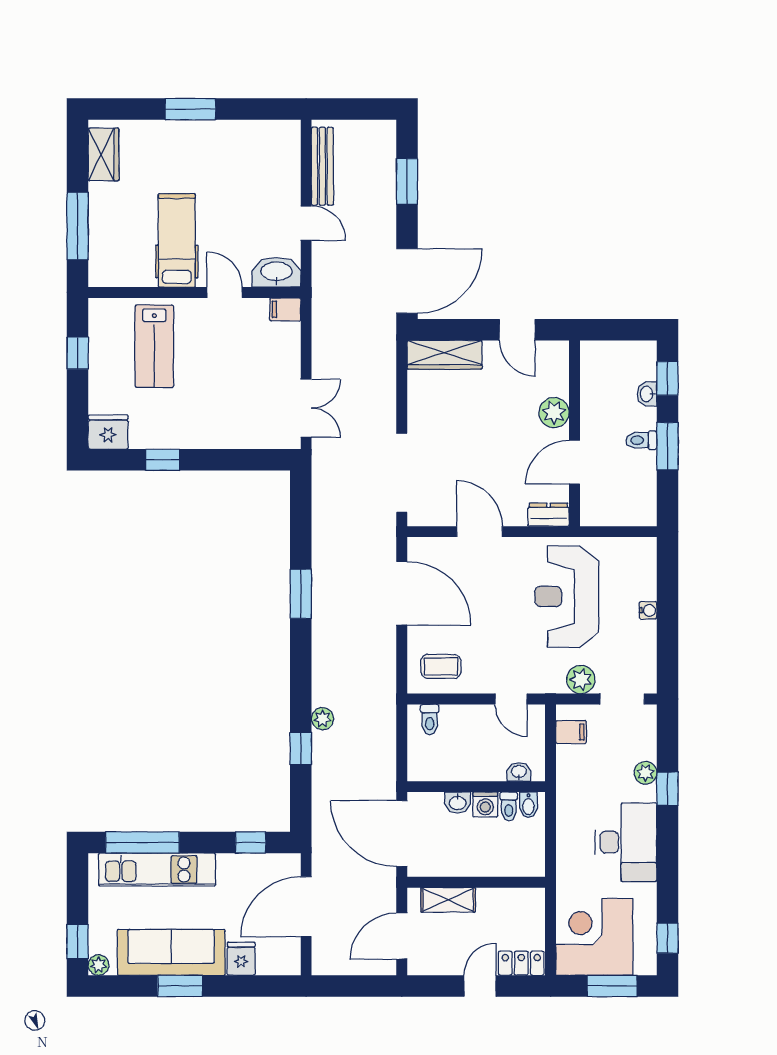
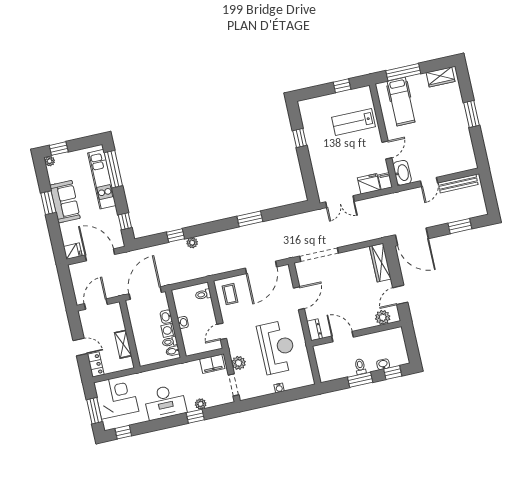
hospital bed: (177, 240) -> (401, 102), moved, turned 90
plant: (554, 413) -> (383, 317), moved
fridge: (108, 432) -> (369, 184), moved, turned -90
reception desk: (567, 597) -> (277, 347), turned 90
filing cabinet: (571, 732) -> (212, 364), width x2.00
washbasin: (519, 772) -> (183, 322), moved
shelving: (448, 900) -> (123, 344), moved
door: (402, 936) -> (96, 304), hinge flipped
sofa: (171, 952) -> (65, 202), width x0.73
fridge: (241, 959) -> (73, 251), moved

